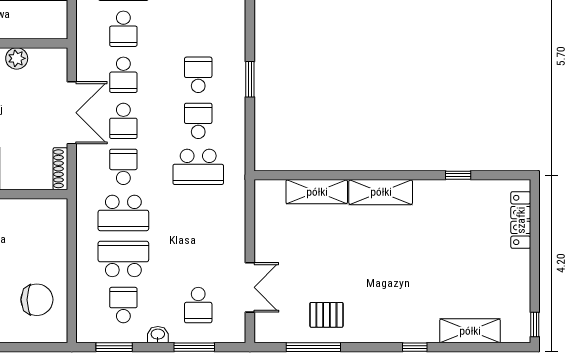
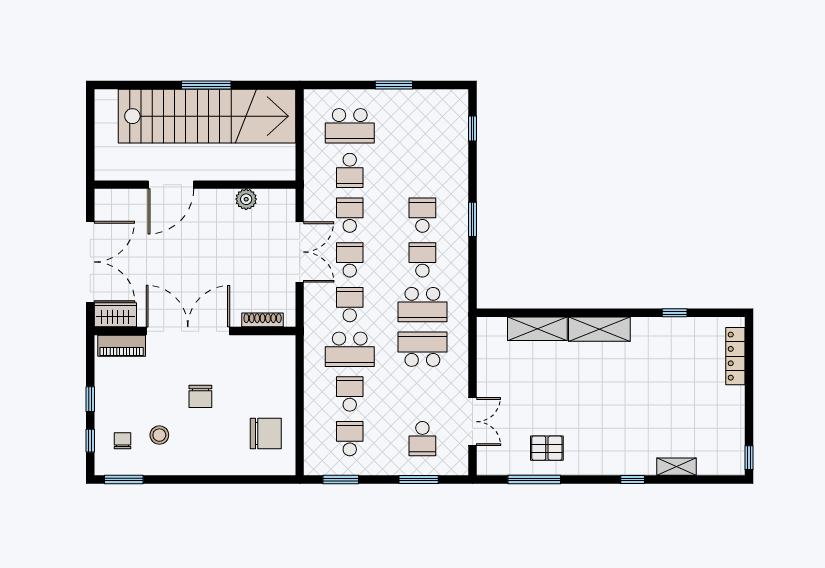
school desk: (123, 75) -> (350, 215), turned 180
school desk: (123, 121) -> (350, 260), turned 180
shoe rack: (60, 169) -> (263, 320), moved, turned 90
school desk: (198, 213) -> (422, 349), added
school desk: (123, 259) -> (350, 394), width x0.54
shelving: (470, 331) -> (676, 467), width x0.67, depth x0.75
washbasin: (158, 335) -> (383, 467), removed

